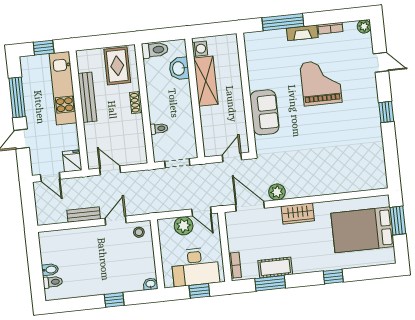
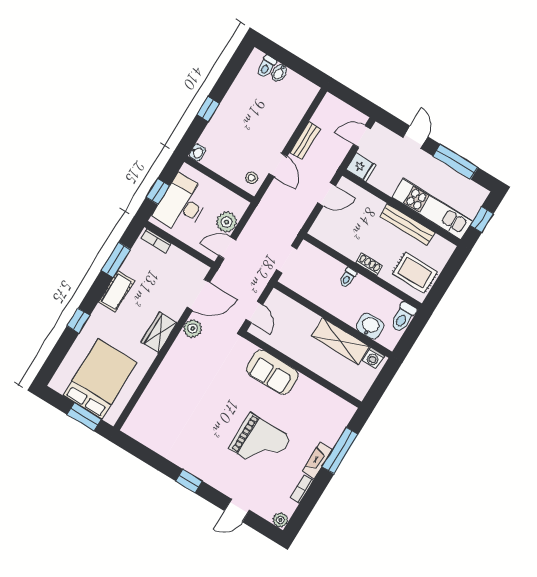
toilet: (159, 129) -> (348, 278), moved
cot: (275, 267) -> (117, 291), moved

